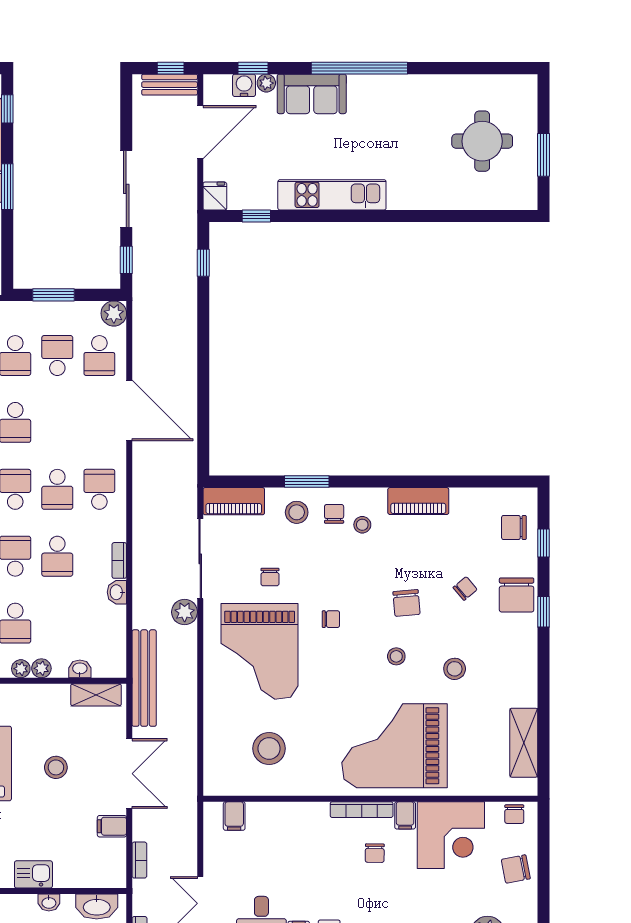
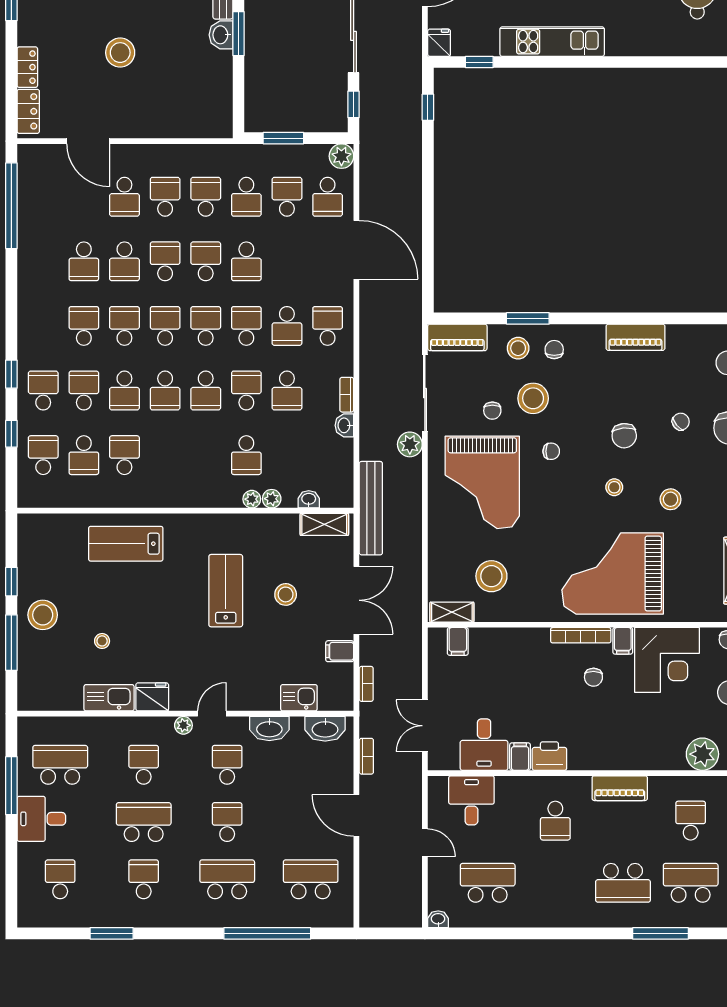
stool: (362, 525) -> (533, 398), moved, width x1.89, depth x1.89
shelving: (228, 786) -> (452, 612), added
kitchen sink: (33, 874) -> (299, 698), moved
washbasin: (49, 902) -> (269, 729), width x1.91, depth x1.45

